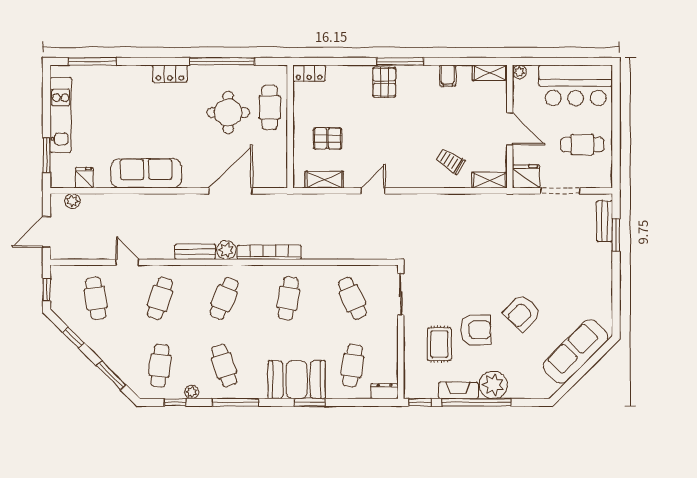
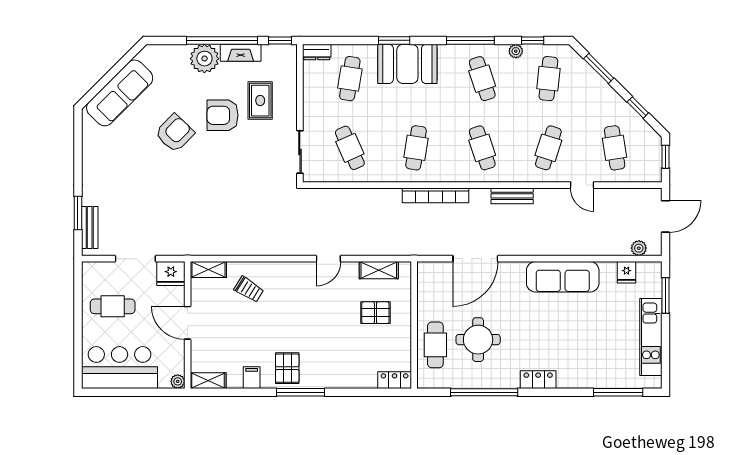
pallet: (384, 82) -> (287, 368), moved
plant: (226, 250) -> (480, 198), removed
cafe table: (224, 298) -> (482, 148), turned -42

